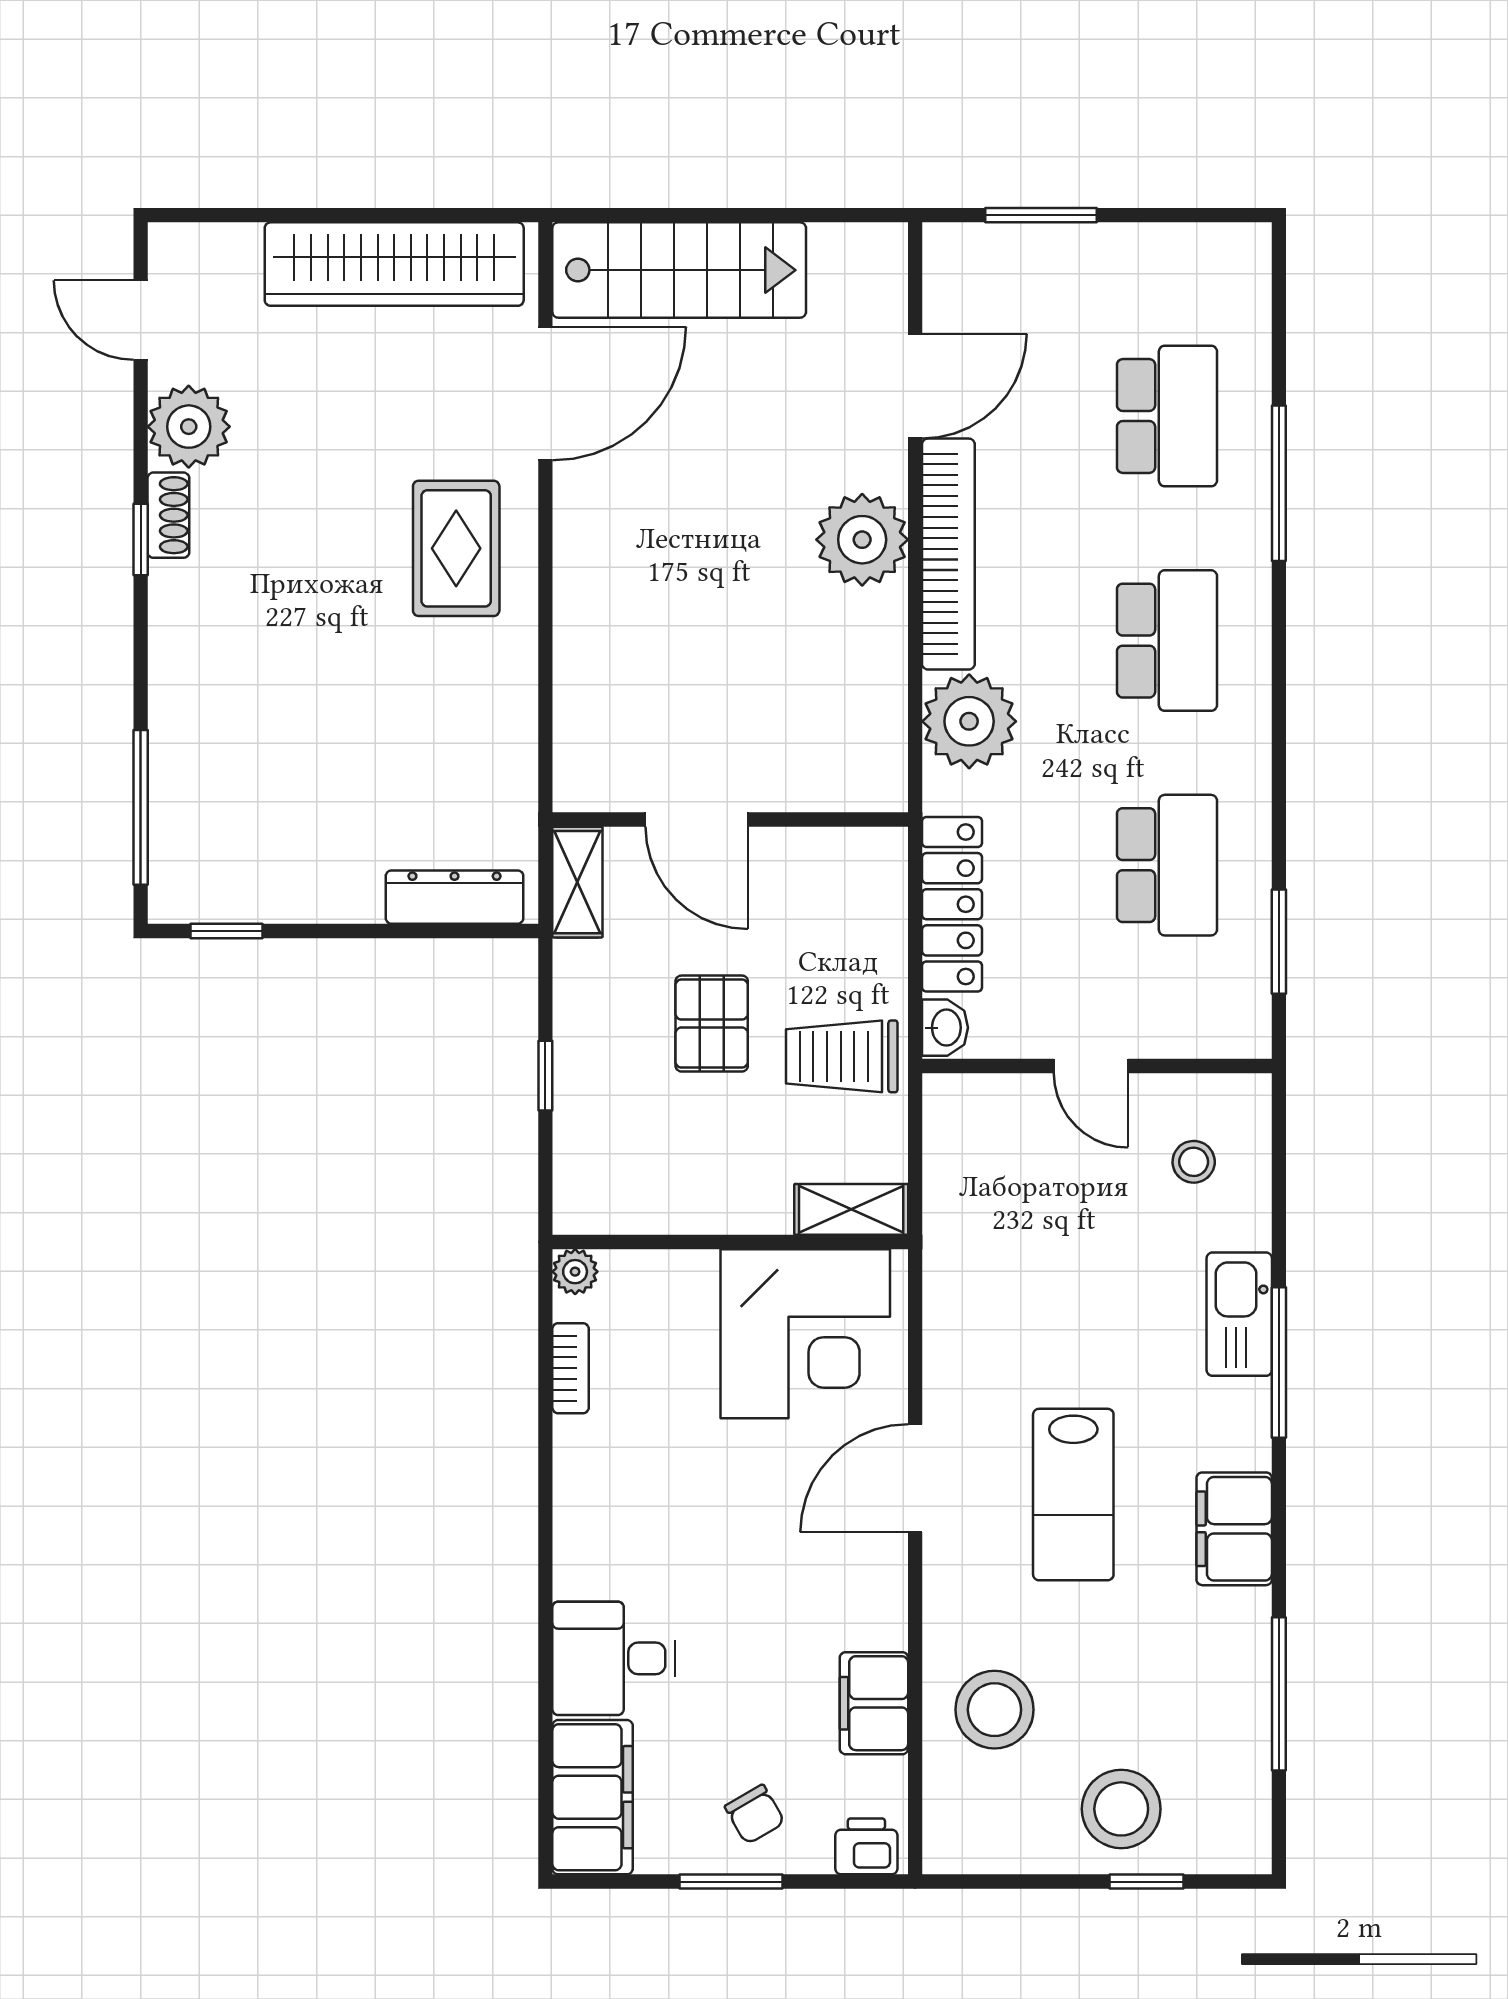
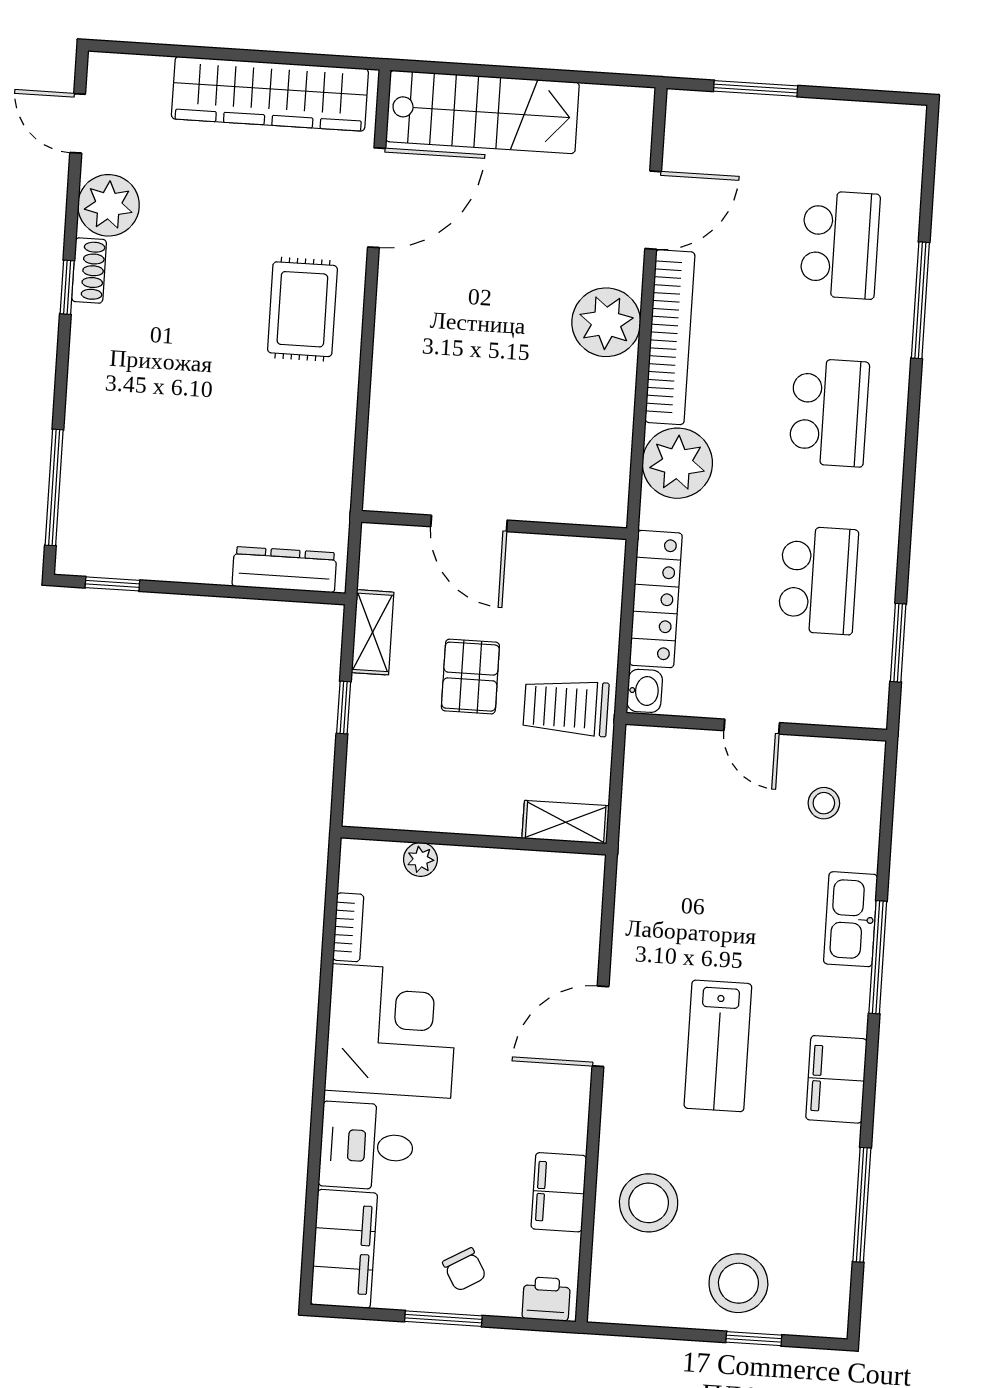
shelving: (577, 882) -> (373, 632), moved
plant: (575, 1272) -> (420, 859), moved
corner desk: (805, 1334) -> (392, 1031), moved, turned -90

